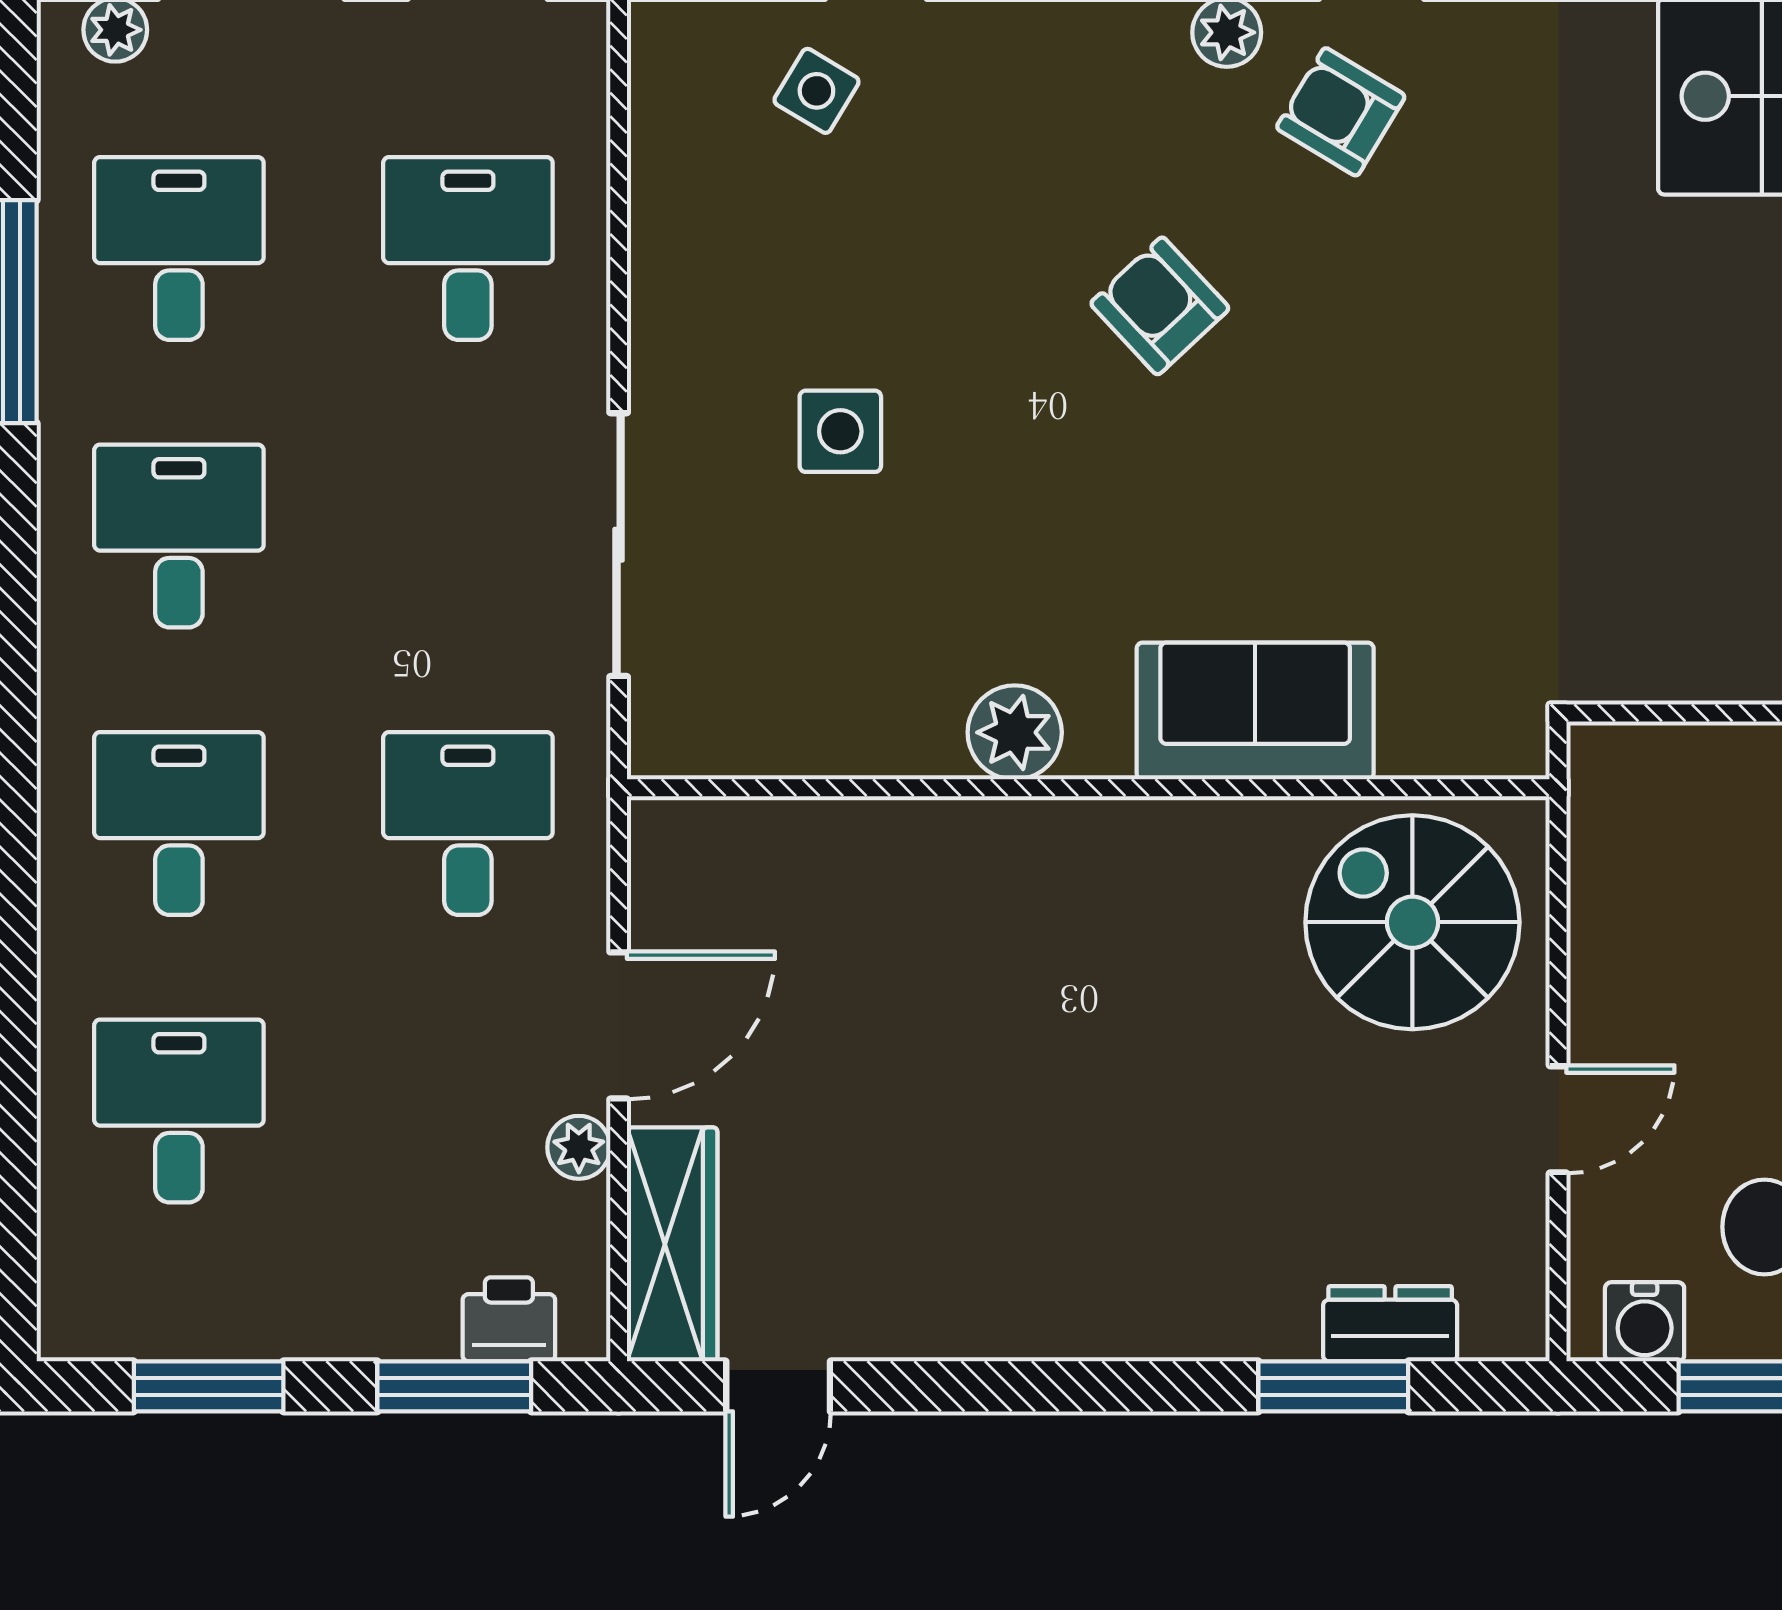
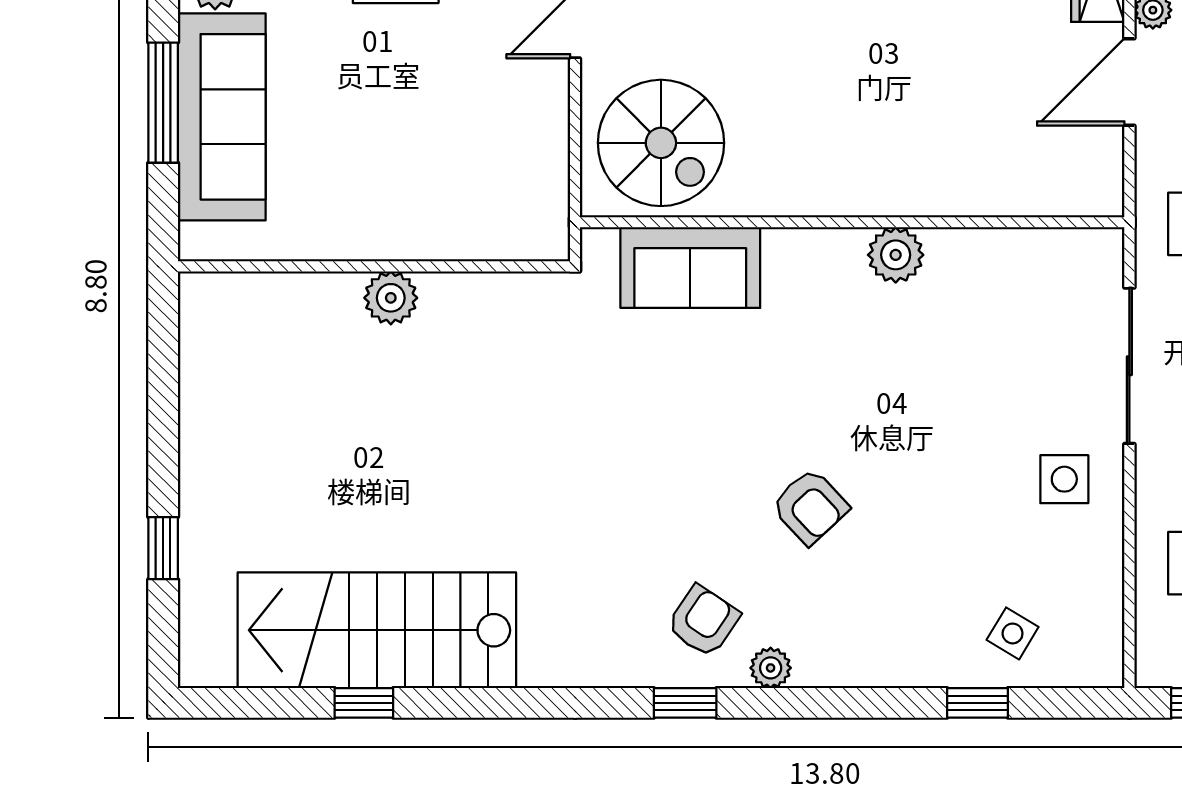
armchair: (1341, 112) -> (703, 621), turned -87
side table: (840, 431) -> (1064, 479), moved
sofa: (1255, 711) -> (690, 268), moved

